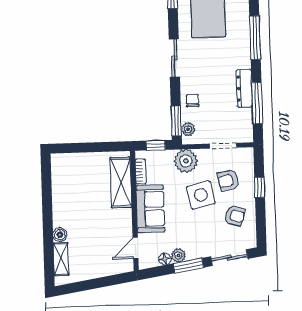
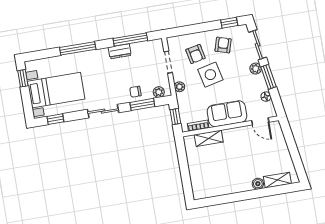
dresser: (244, 88) -> (120, 51), width x0.70
window: (176, 121) -> (142, 104), moved
plant: (186, 161) -> (179, 87), width x0.53, depth x0.53
shelving: (121, 182) -> (209, 138), width x0.67, depth x0.75
window: (260, 187) -> (229, 23), moved
plant: (179, 255) -> (256, 69), moved

